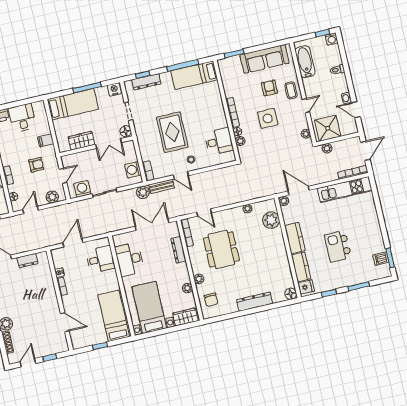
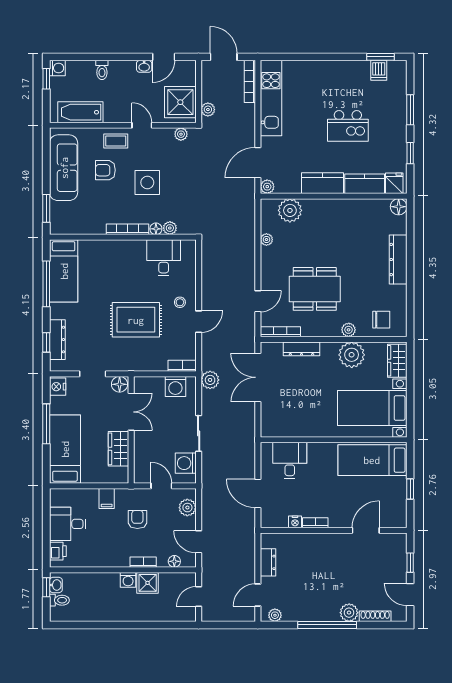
bench: (162, 186) -> (208, 352), removed
desk: (130, 259) -> (299, 420), removed
plant: (187, 288) -> (352, 355), width x1.88, depth x1.88

